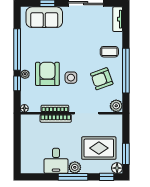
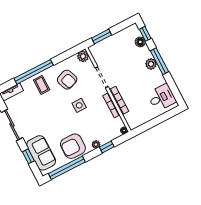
window: (17, 49) -> (67, 168), moved
window: (126, 71) -> (34, 72), moved
armchair: (47, 74) -> (73, 146), moved
rug: (99, 148) -> (125, 52), removed
window: (126, 154) -> (102, 36), moved
desk: (56, 161) -> (162, 98), moved
floor lamp: (117, 168) -> (140, 42), moved

